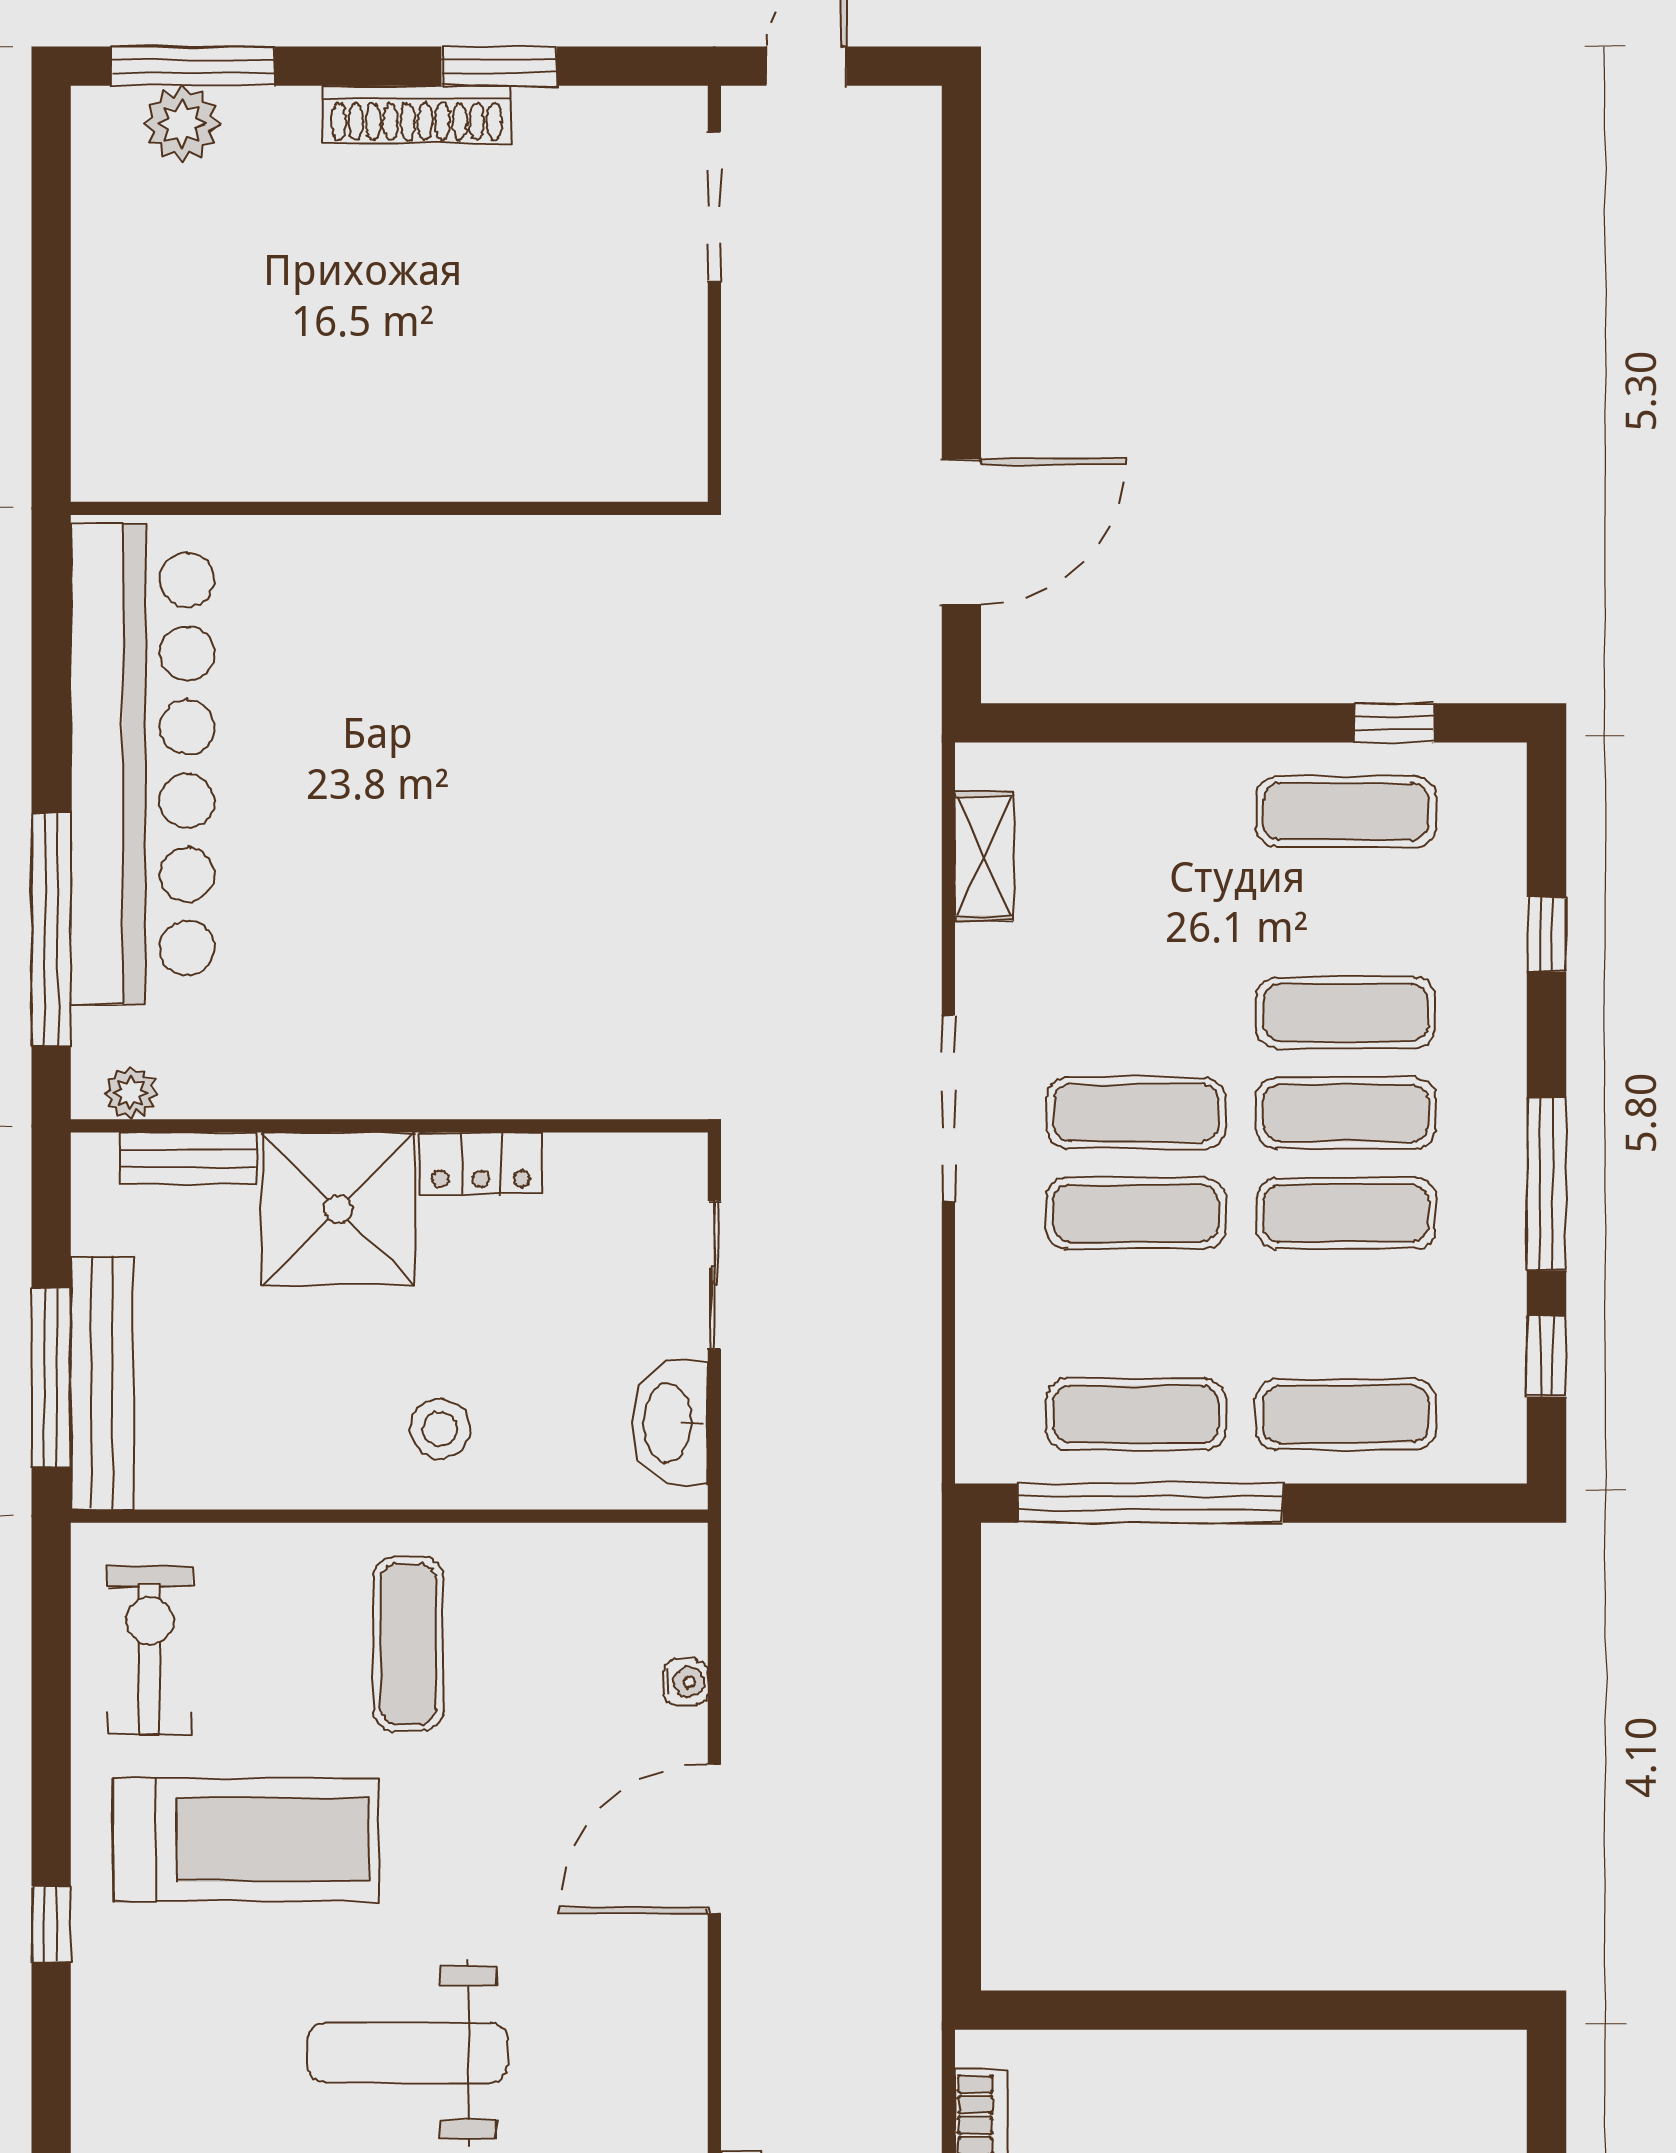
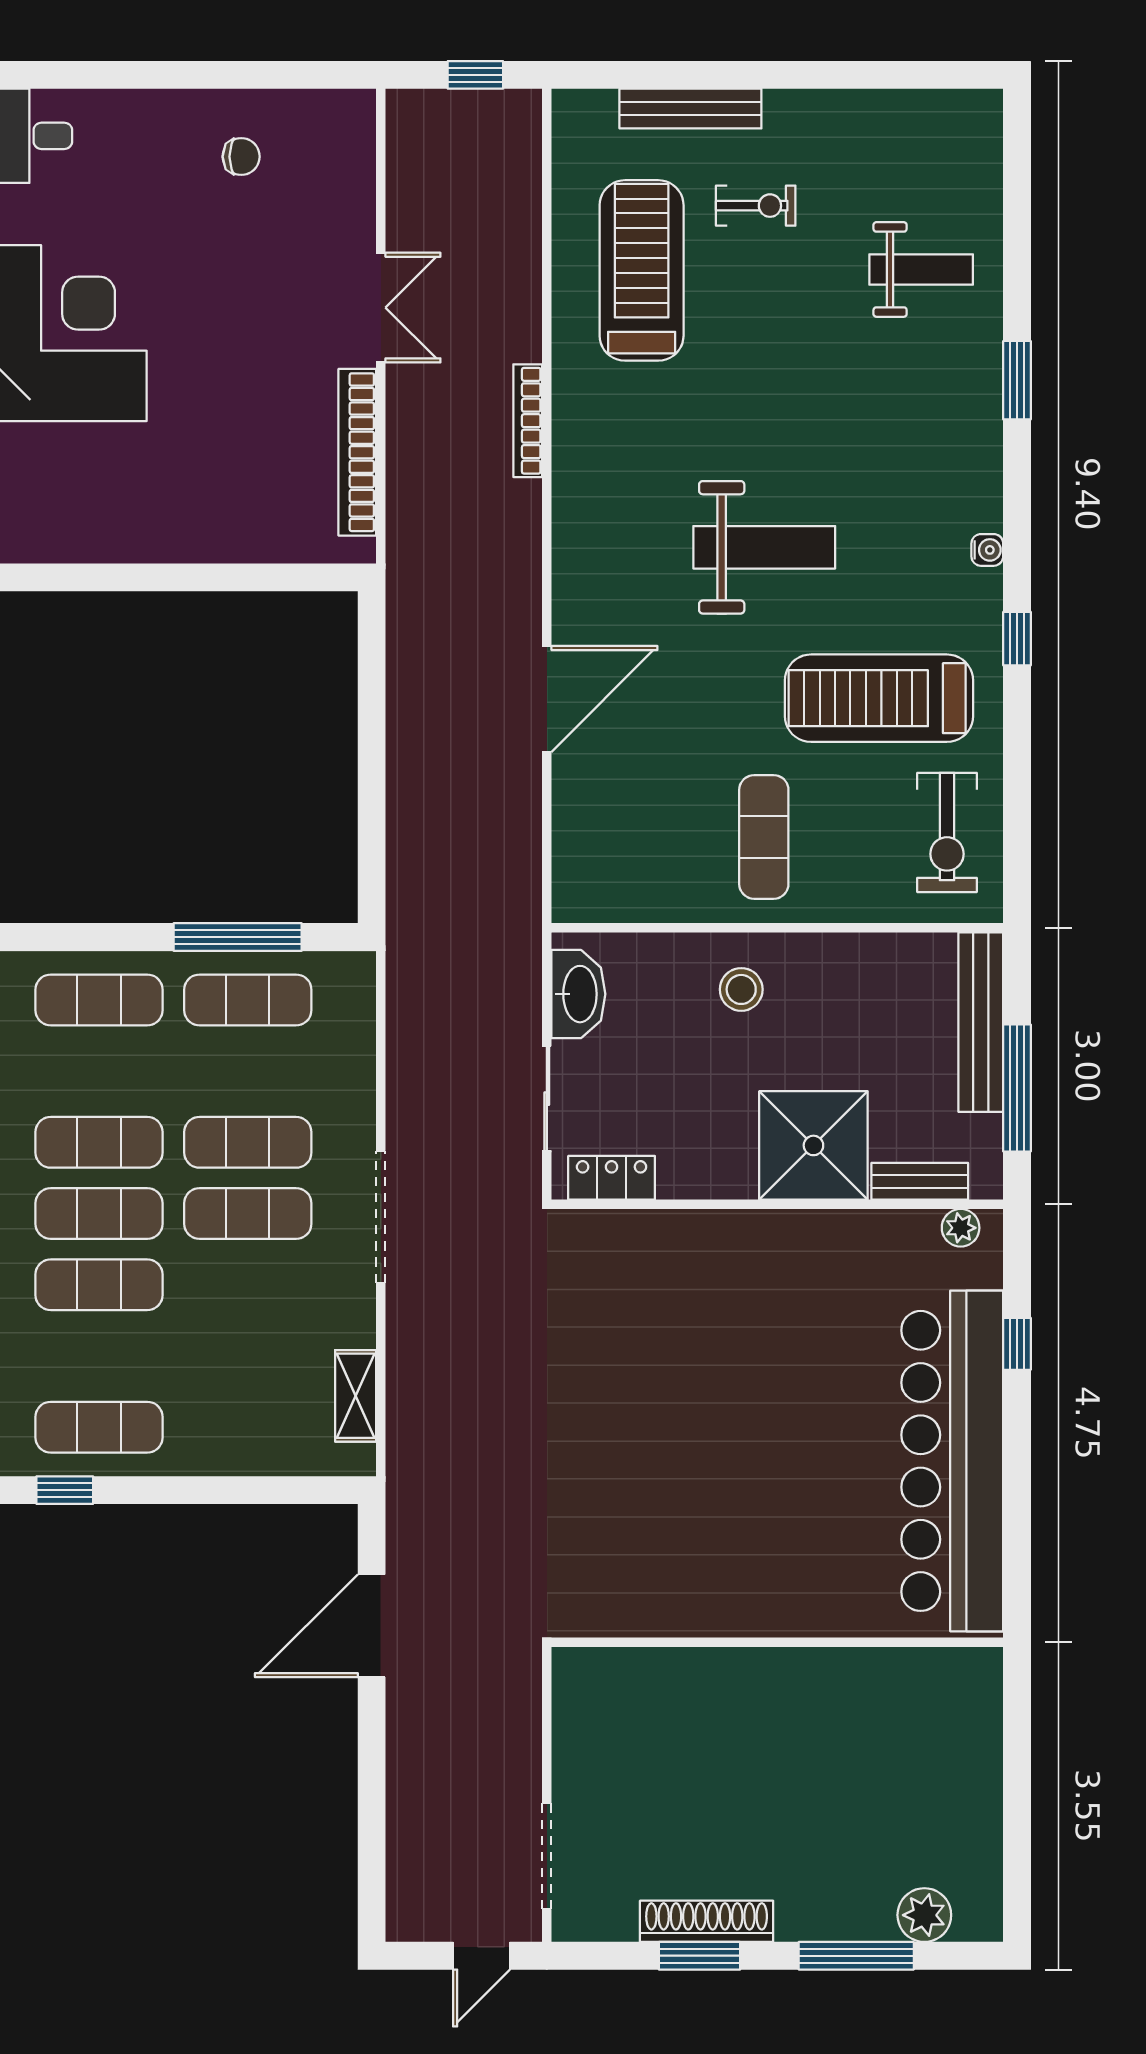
window: (193, 66) -> (856, 1956), moved
shoe rack: (416, 115) -> (707, 1921), moved
window: (51, 929) -> (1017, 1344), width x0.32
locker: (481, 1163) -> (612, 1178), moved
window: (51, 1378) -> (1017, 1088), moved
window: (1150, 1503) -> (238, 937), width x0.68
water cooler: (685, 1682) -> (987, 550), moved, turned 180

